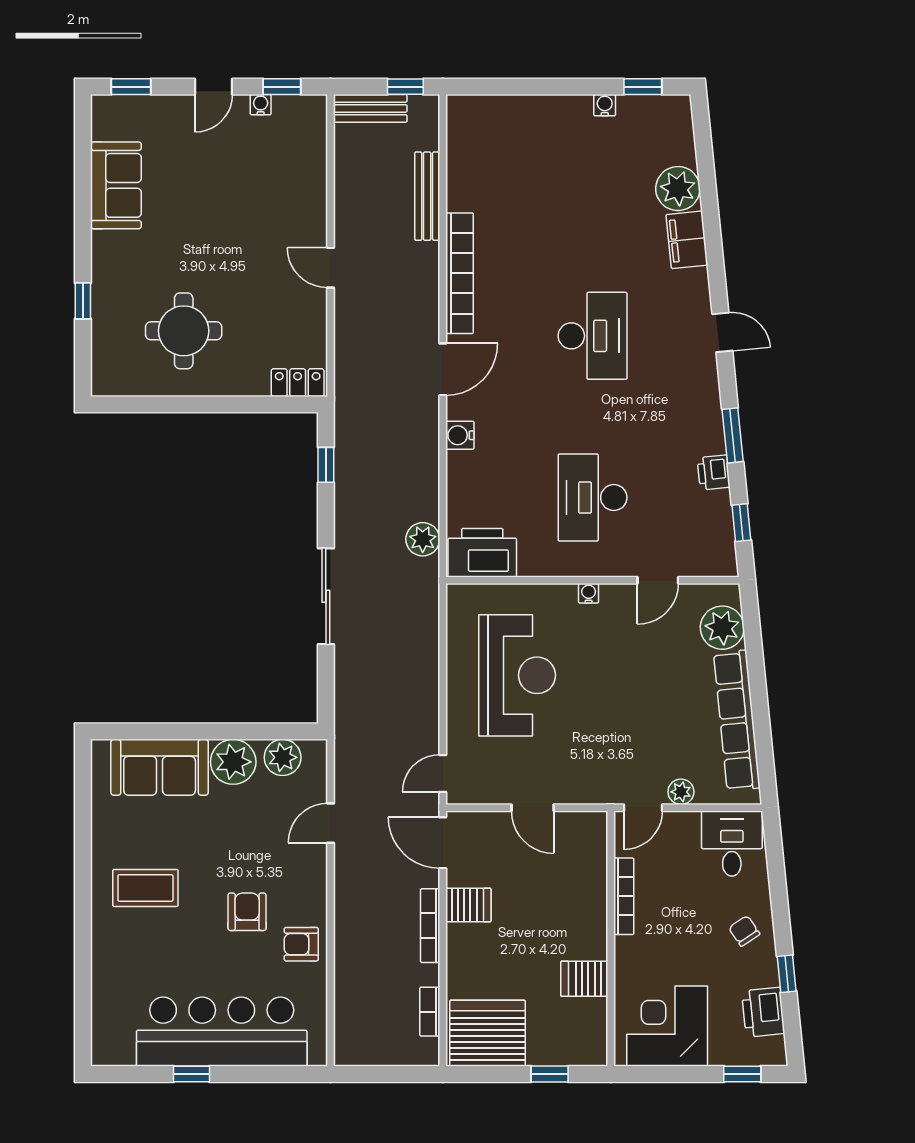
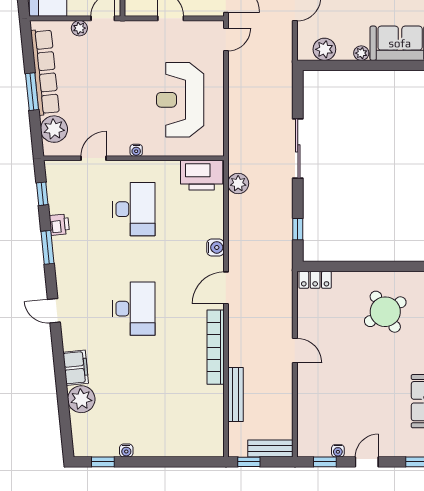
round table: (184, 331) -> (385, 312), turned -32
desk: (593, 336) -> (134, 309), turned 180
window: (758, 689) -> (32, 92), added
plant: (233, 762) -> (361, 53), width x0.53, depth x0.53

